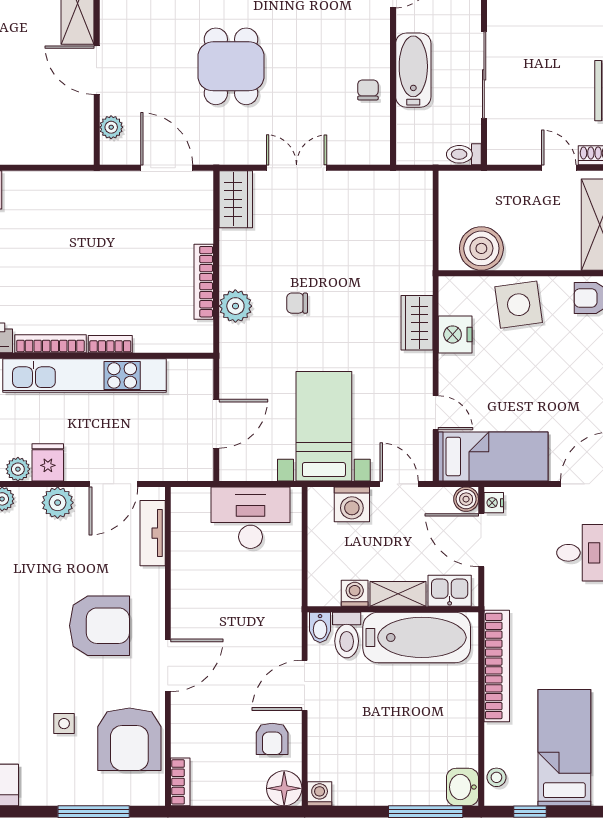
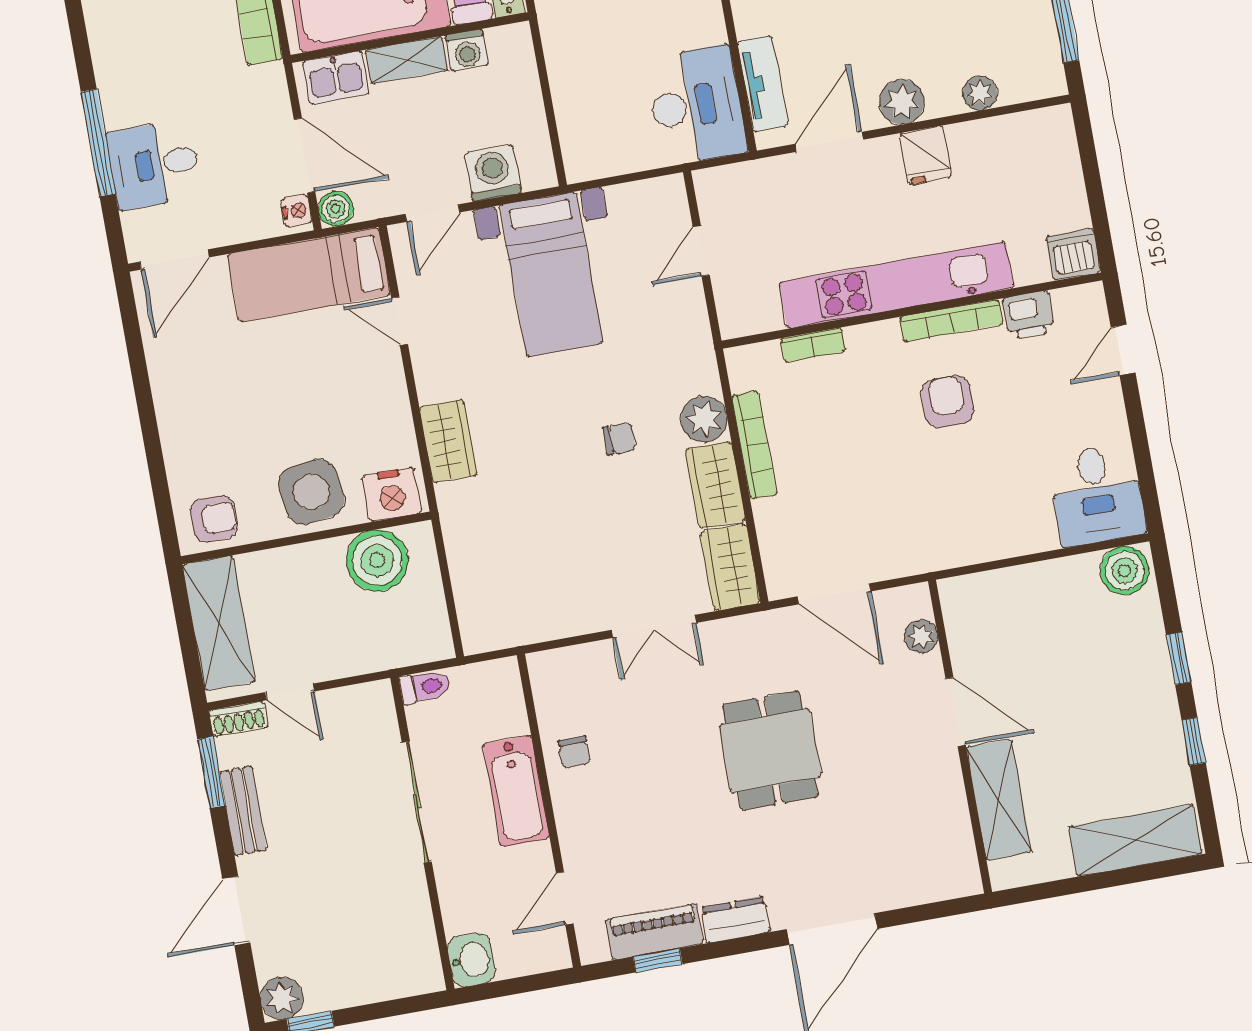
wardrobe: (236, 259) -> (715, 485), added
armchair: (63, 288) -> (947, 402), added
nightstand: (455, 334) -> (392, 494), moved, turned 90
bookcase: (110, 344) -> (813, 345), moved
door: (216, 424) -> (701, 251), width x0.73
plant: (18, 469) -> (965, 138), removed
door: (399, 484) -> (432, 213), hinge flipped
desk: (251, 518) -> (696, 105), moved, turned -90

